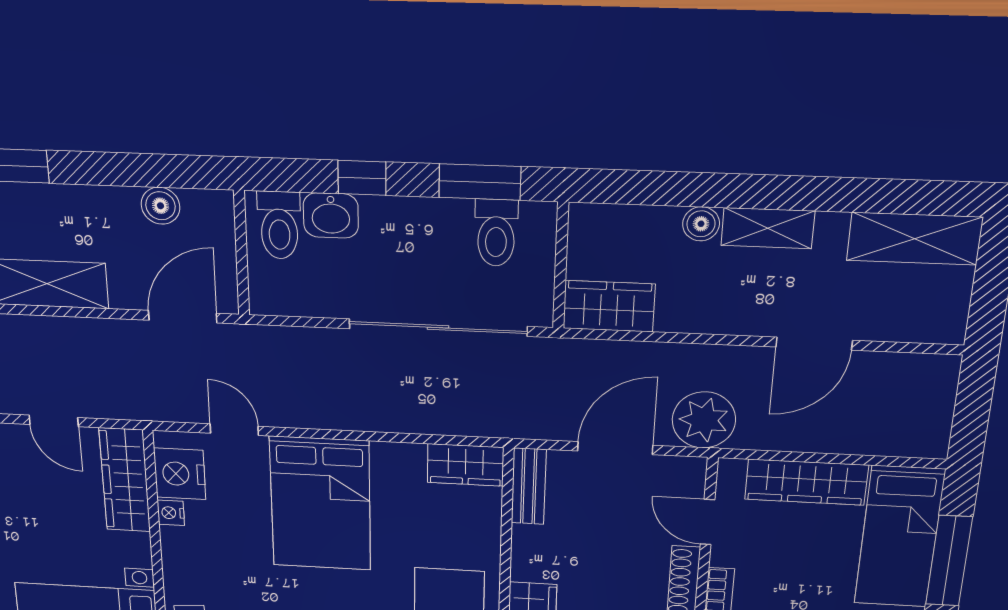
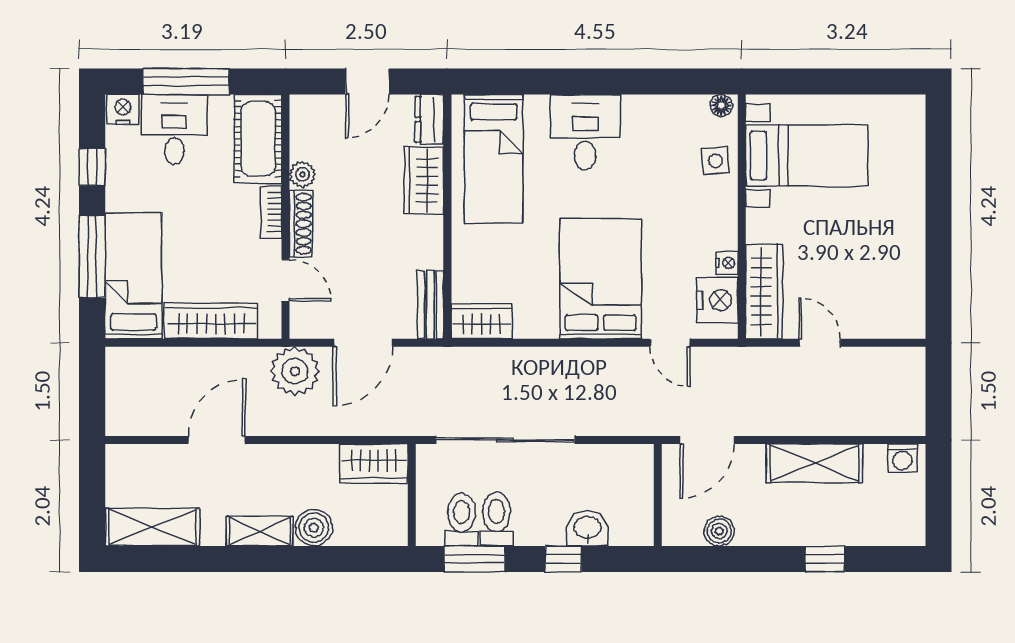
boiler: (701, 224) -> (314, 528), width x1.36, depth x1.36
toilet: (279, 225) -> (497, 519), moved

